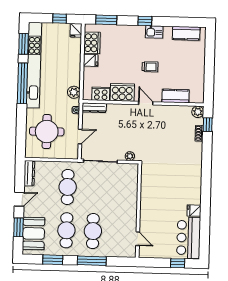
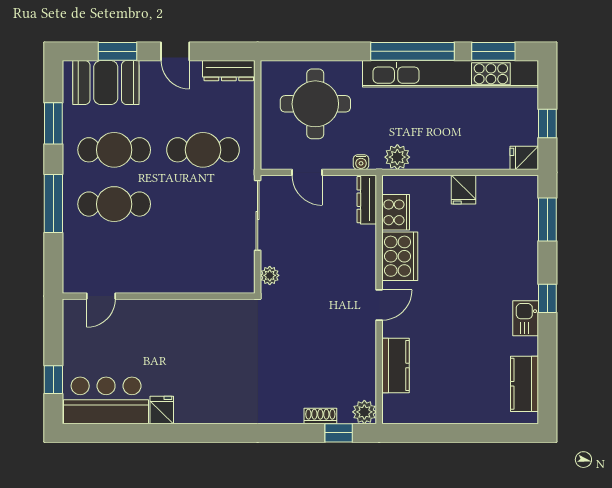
cooker: (92, 43) -> (500, 191), removed
trolley: (150, 67) -> (454, 312), removed

